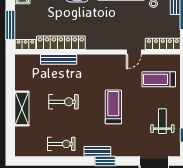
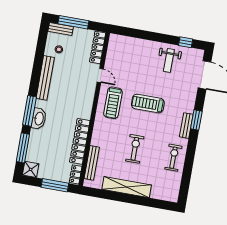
bench: (59, 59) -> (92, 163), moved
treadmill: (159, 79) -> (113, 103), moved
shelving: (22, 109) -> (127, 187), width x1.47
weight bench: (162, 121) -> (169, 60), turned -90

